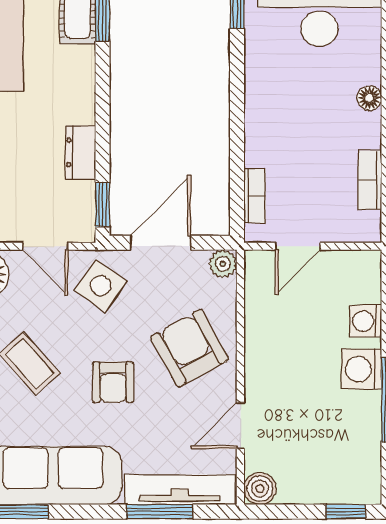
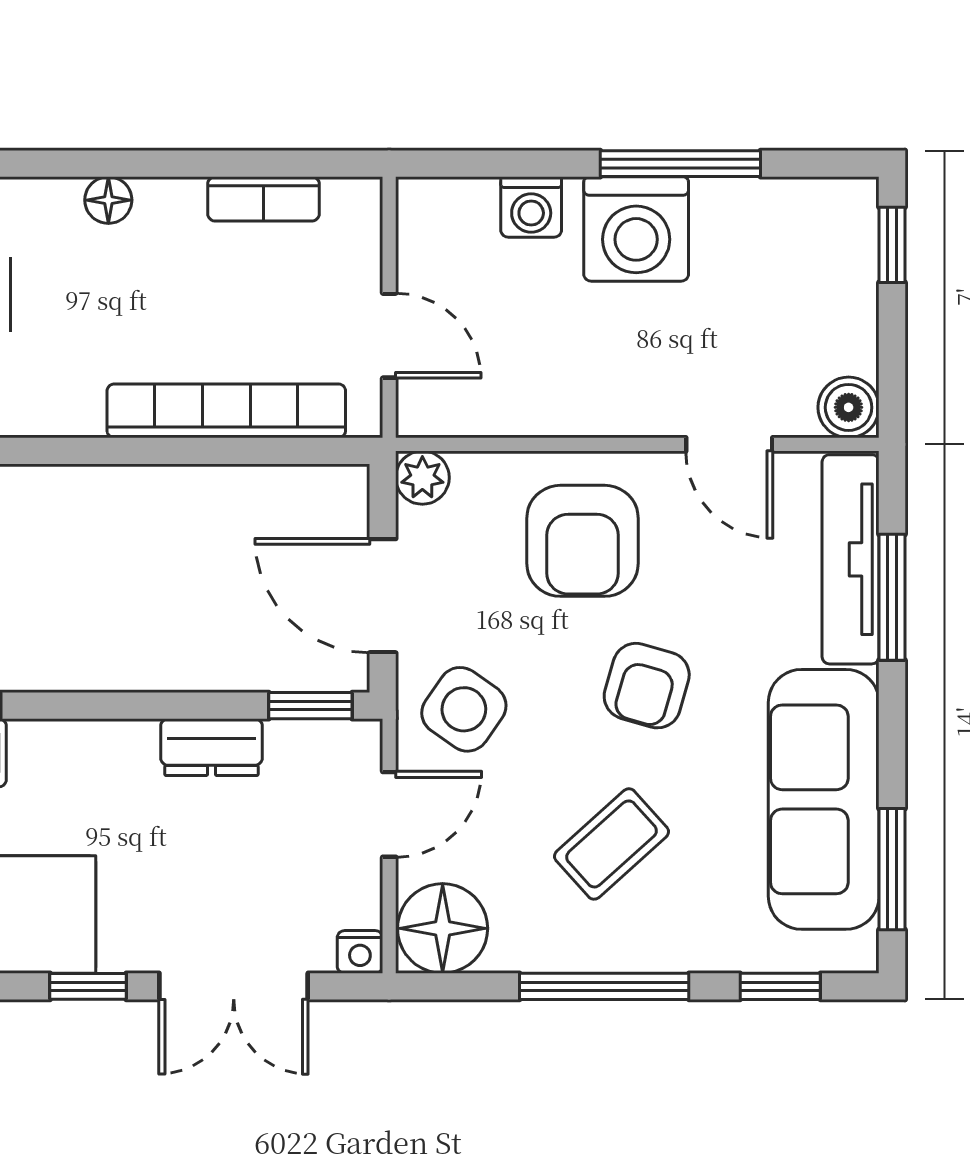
bookcase: (255, 196) -> (226, 411), width x2.31, depth x1.31
armchair: (190, 348) -> (583, 541), turned -61
washing machine: (362, 369) -> (636, 229), width x1.37, depth x1.37
armchair: (113, 382) -> (647, 686), turned 106

